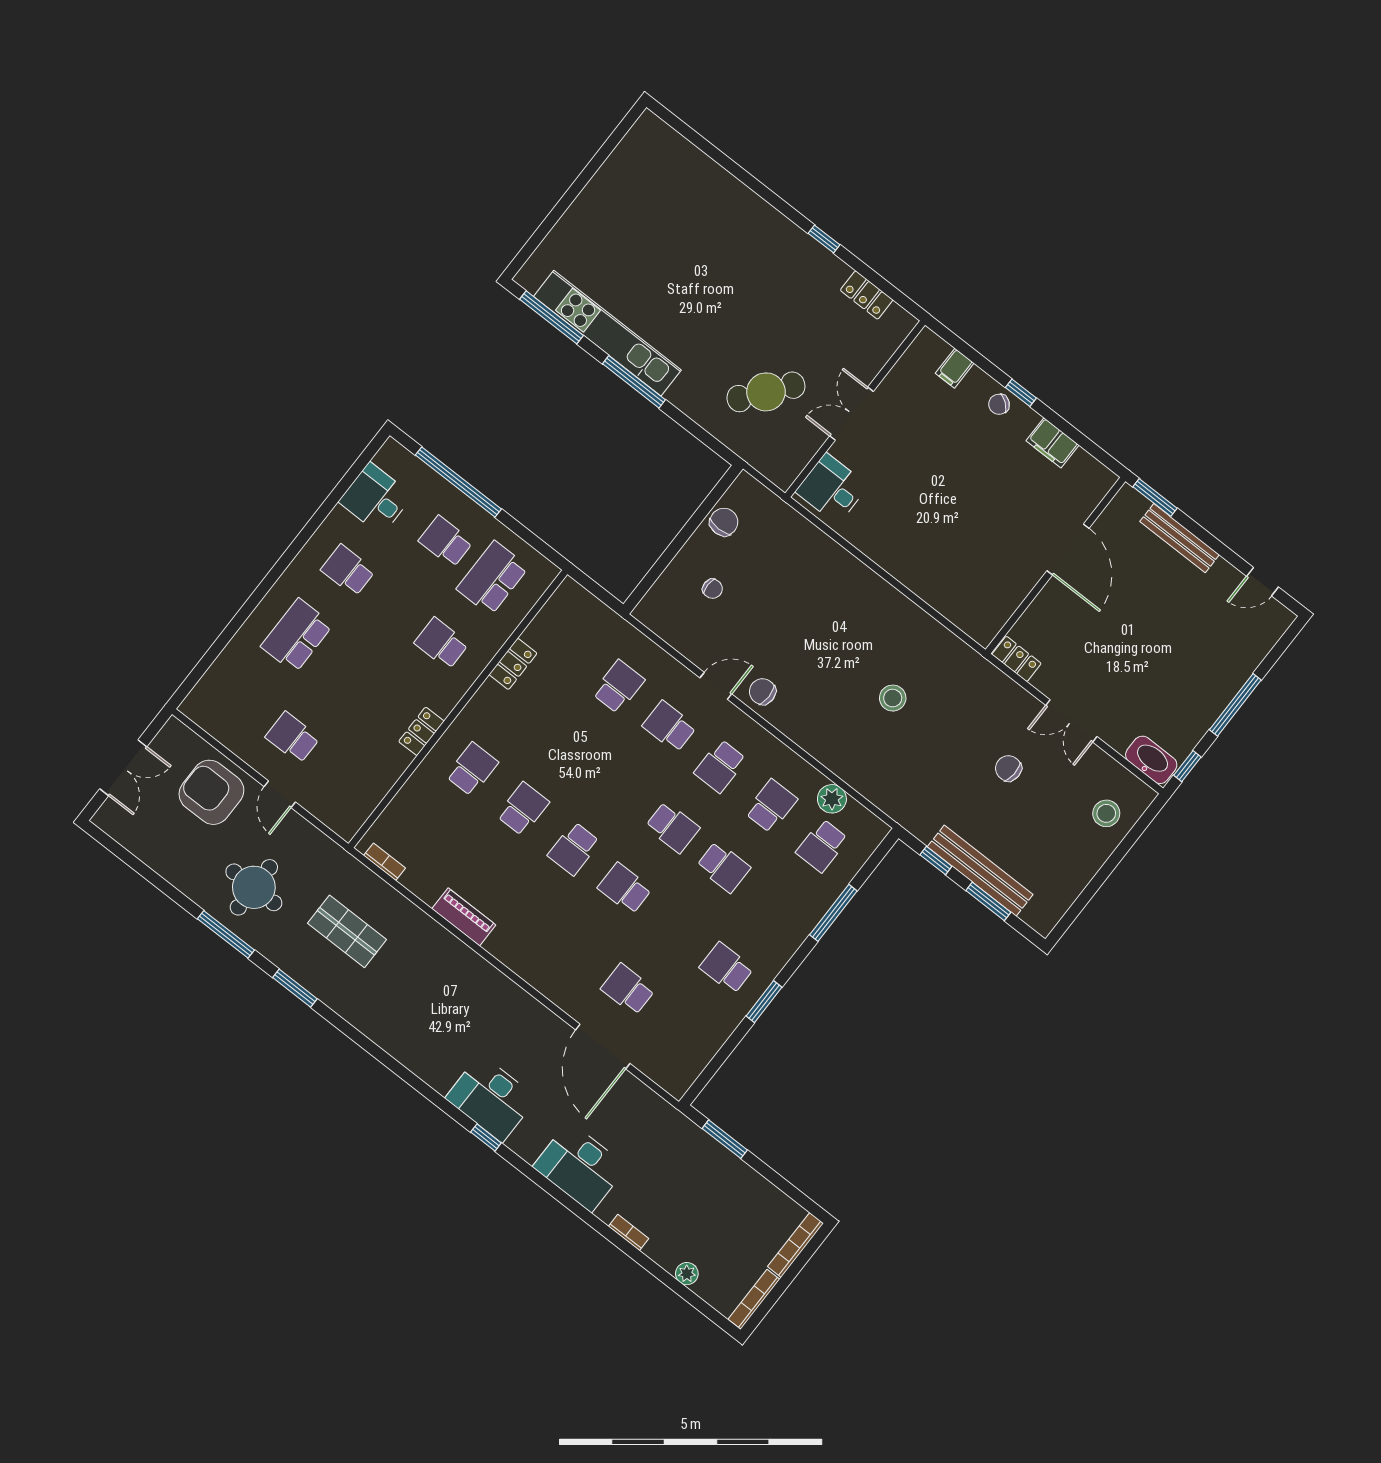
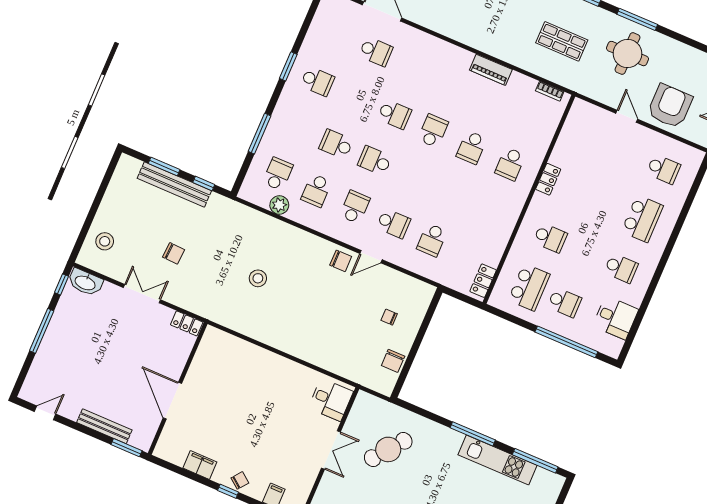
kitchen unit: (607, 333) -> (498, 460), width x0.73
locker: (513, 664) -> (483, 281), moved
school desk: (293, 738) -> (663, 169), moved
armchair: (211, 792) -> (670, 106), turned -90

